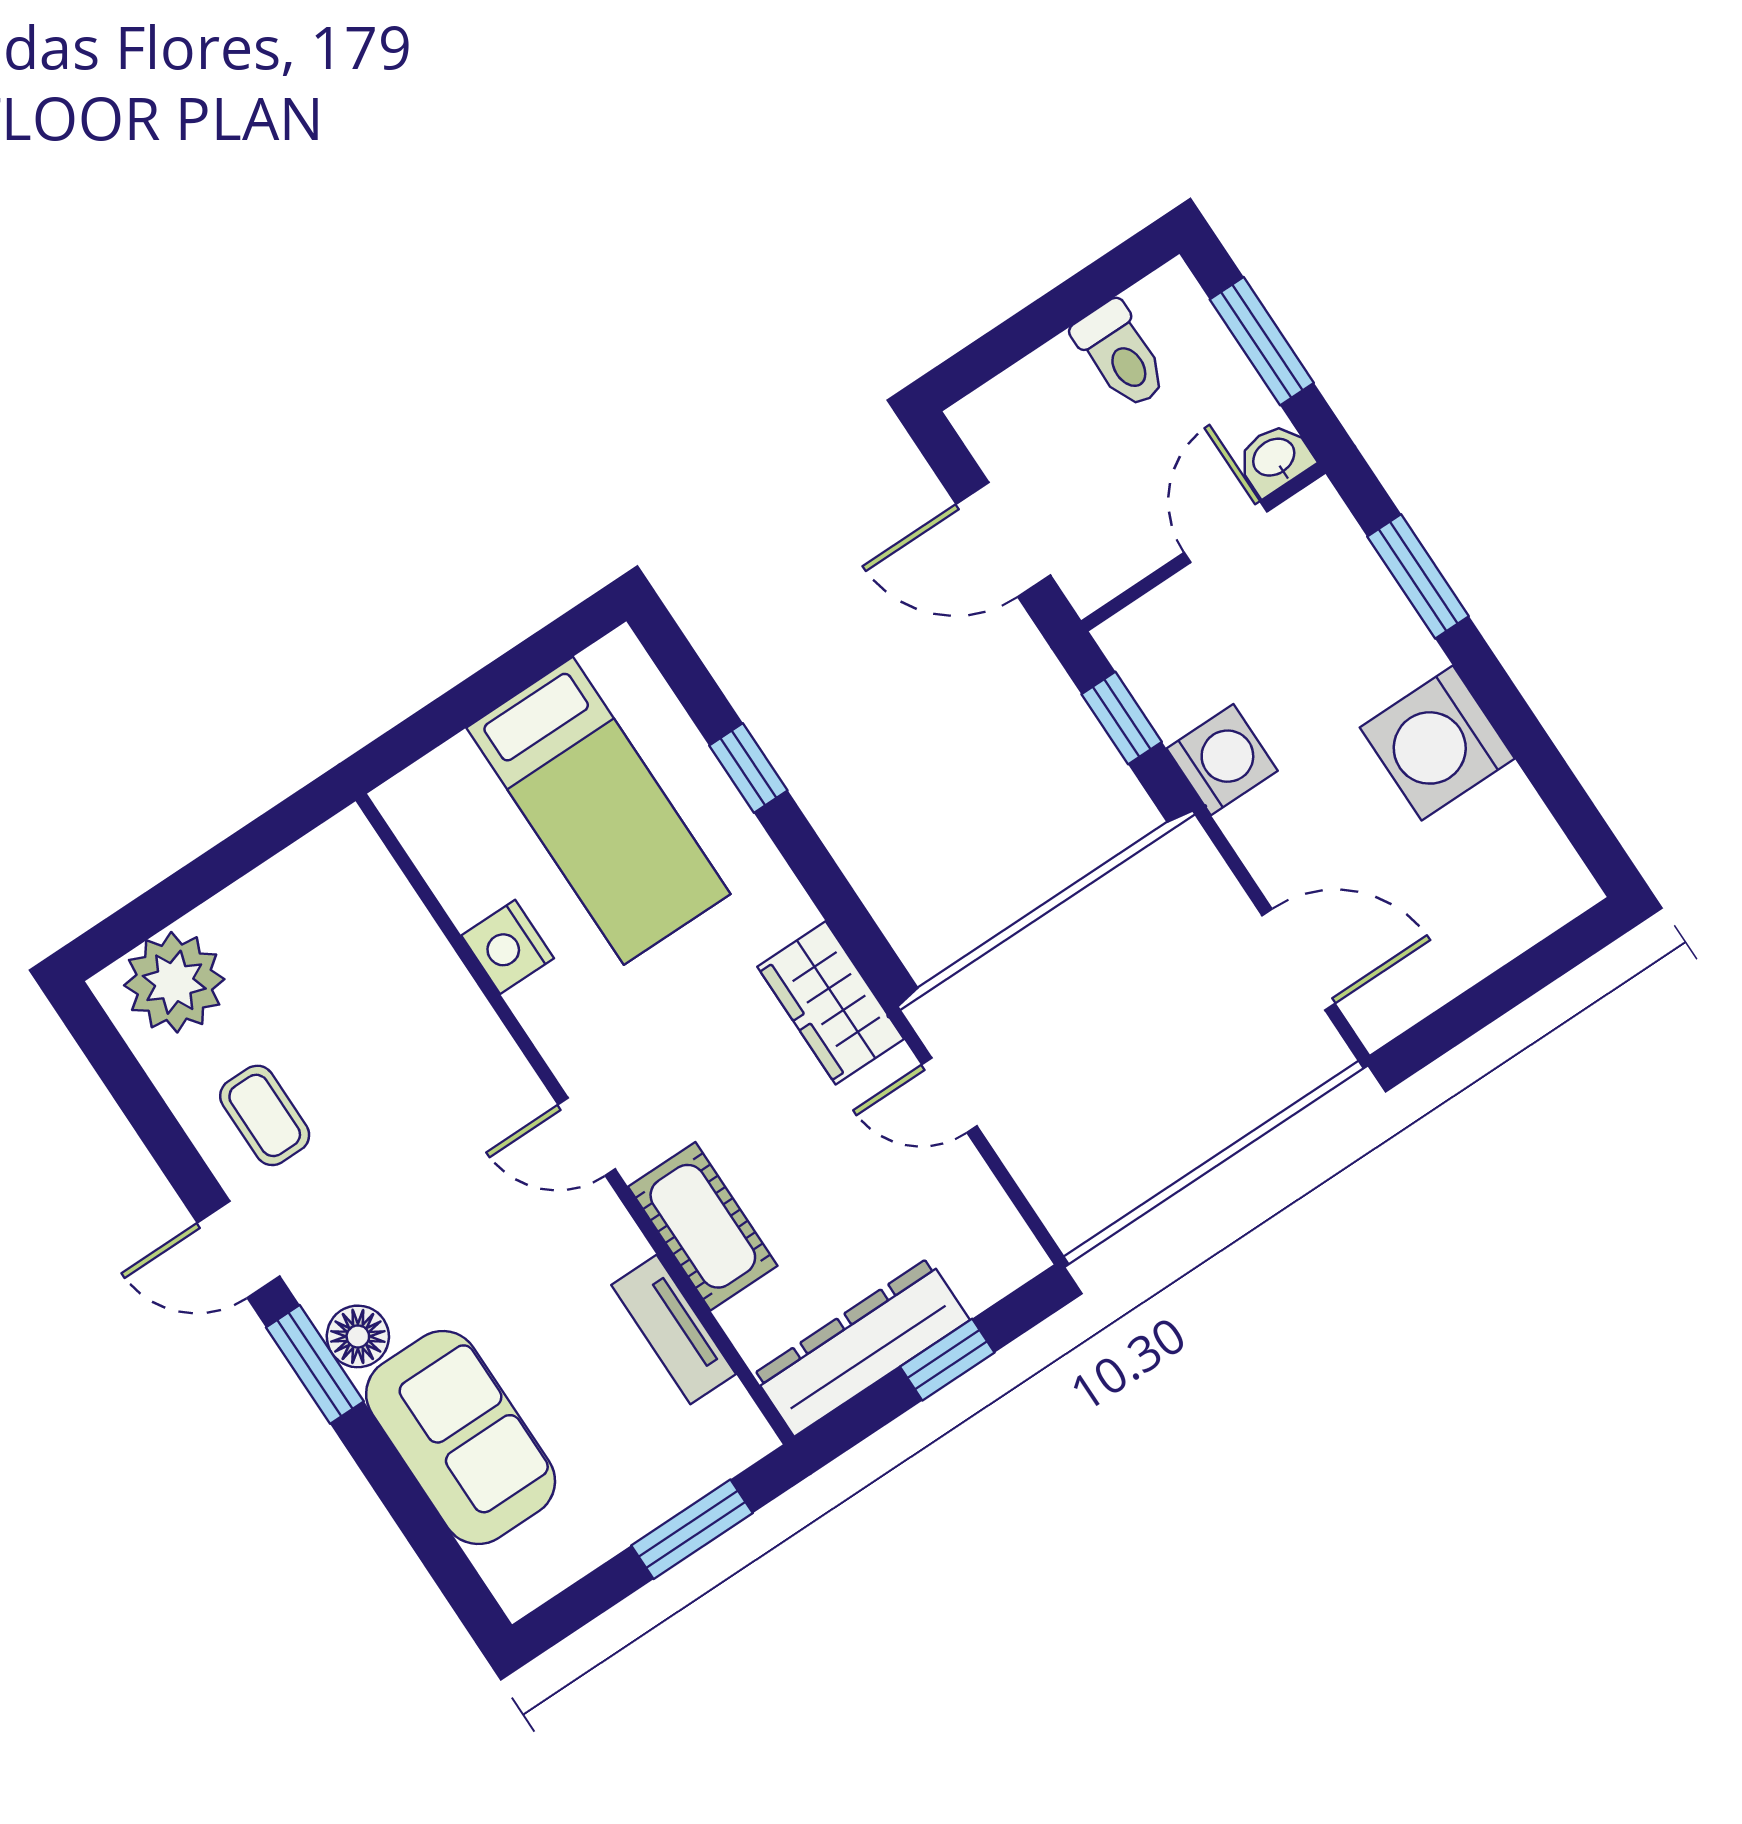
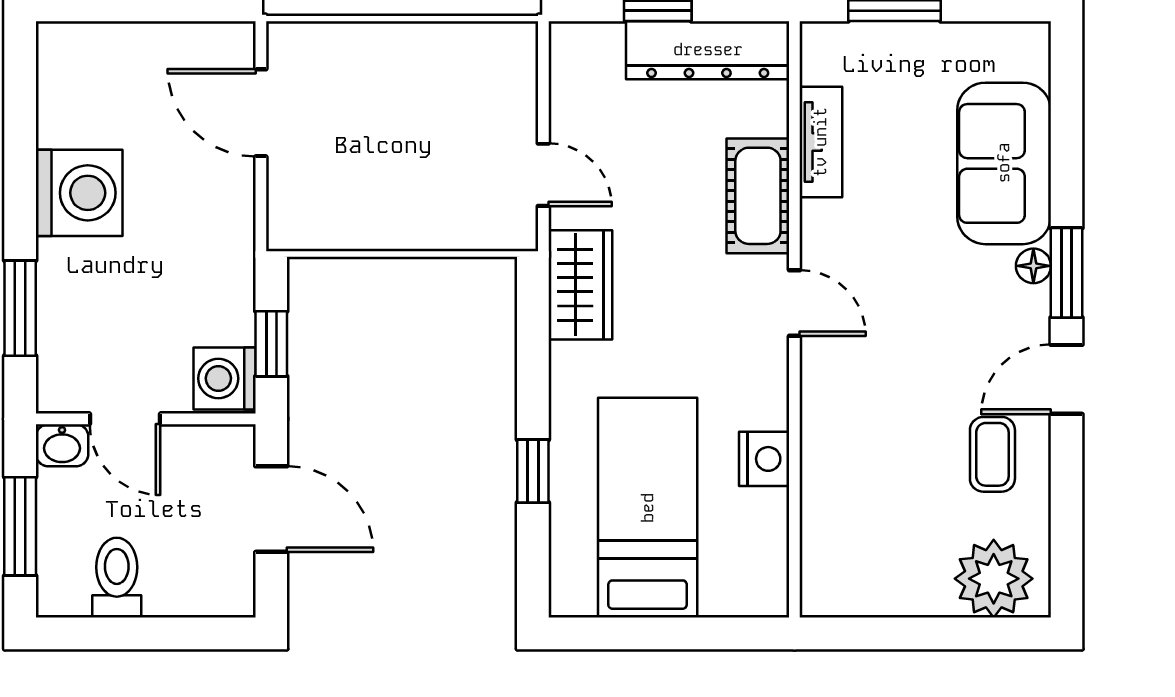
door: (1226, 532) -> (125, 419), hinge flipped
washing machine: (1222, 760) -> (225, 378), moved
door: (239, 1249) -> (1067, 379), swing flipped
floor lamp: (358, 1336) -> (1033, 266), width x0.73, depth x0.73

